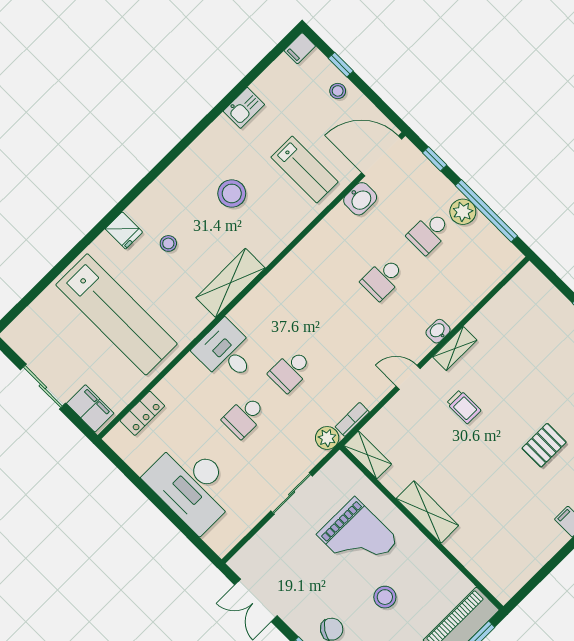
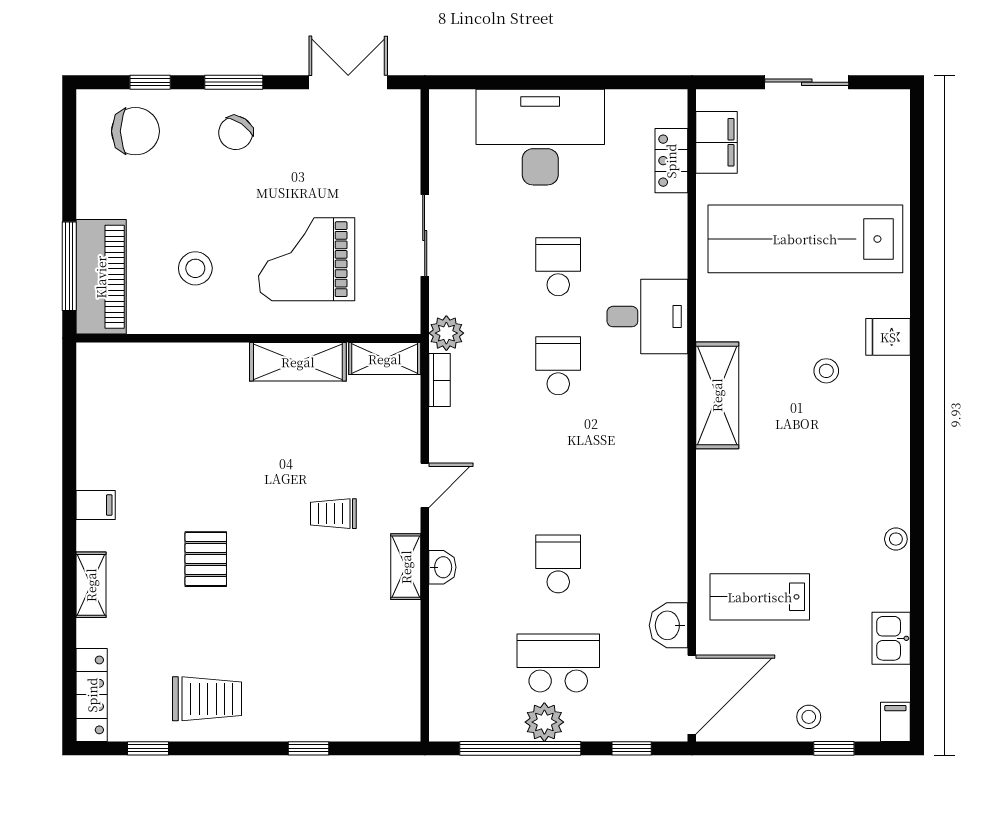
kitchen sink: (244, 108) -> (891, 638), moved
stool: (232, 193) -> (896, 539), moved, width x0.53, depth x0.53
school desk: (429, 233) -> (558, 663), width x1.85
filing cabinet: (90, 408) -> (716, 142), moved, turned -90
shelving: (427, 512) -> (298, 362), moved
stool: (385, 597) -> (195, 268), moved

